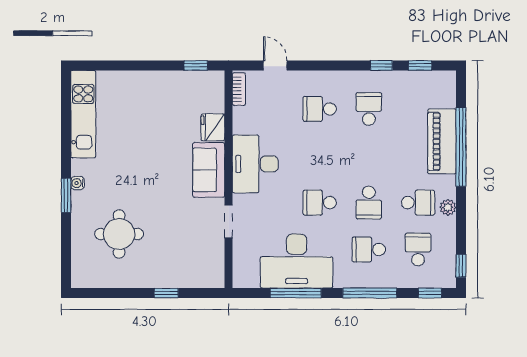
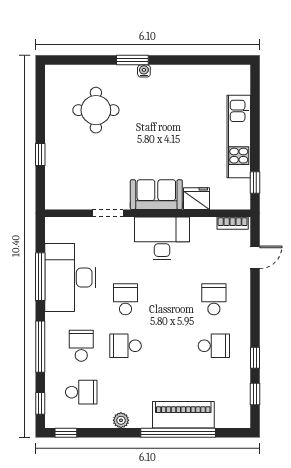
kitchen unit: (83, 114) -> (239, 137), moved, turned 90
school desk: (418, 203) -> (125, 392), removed

